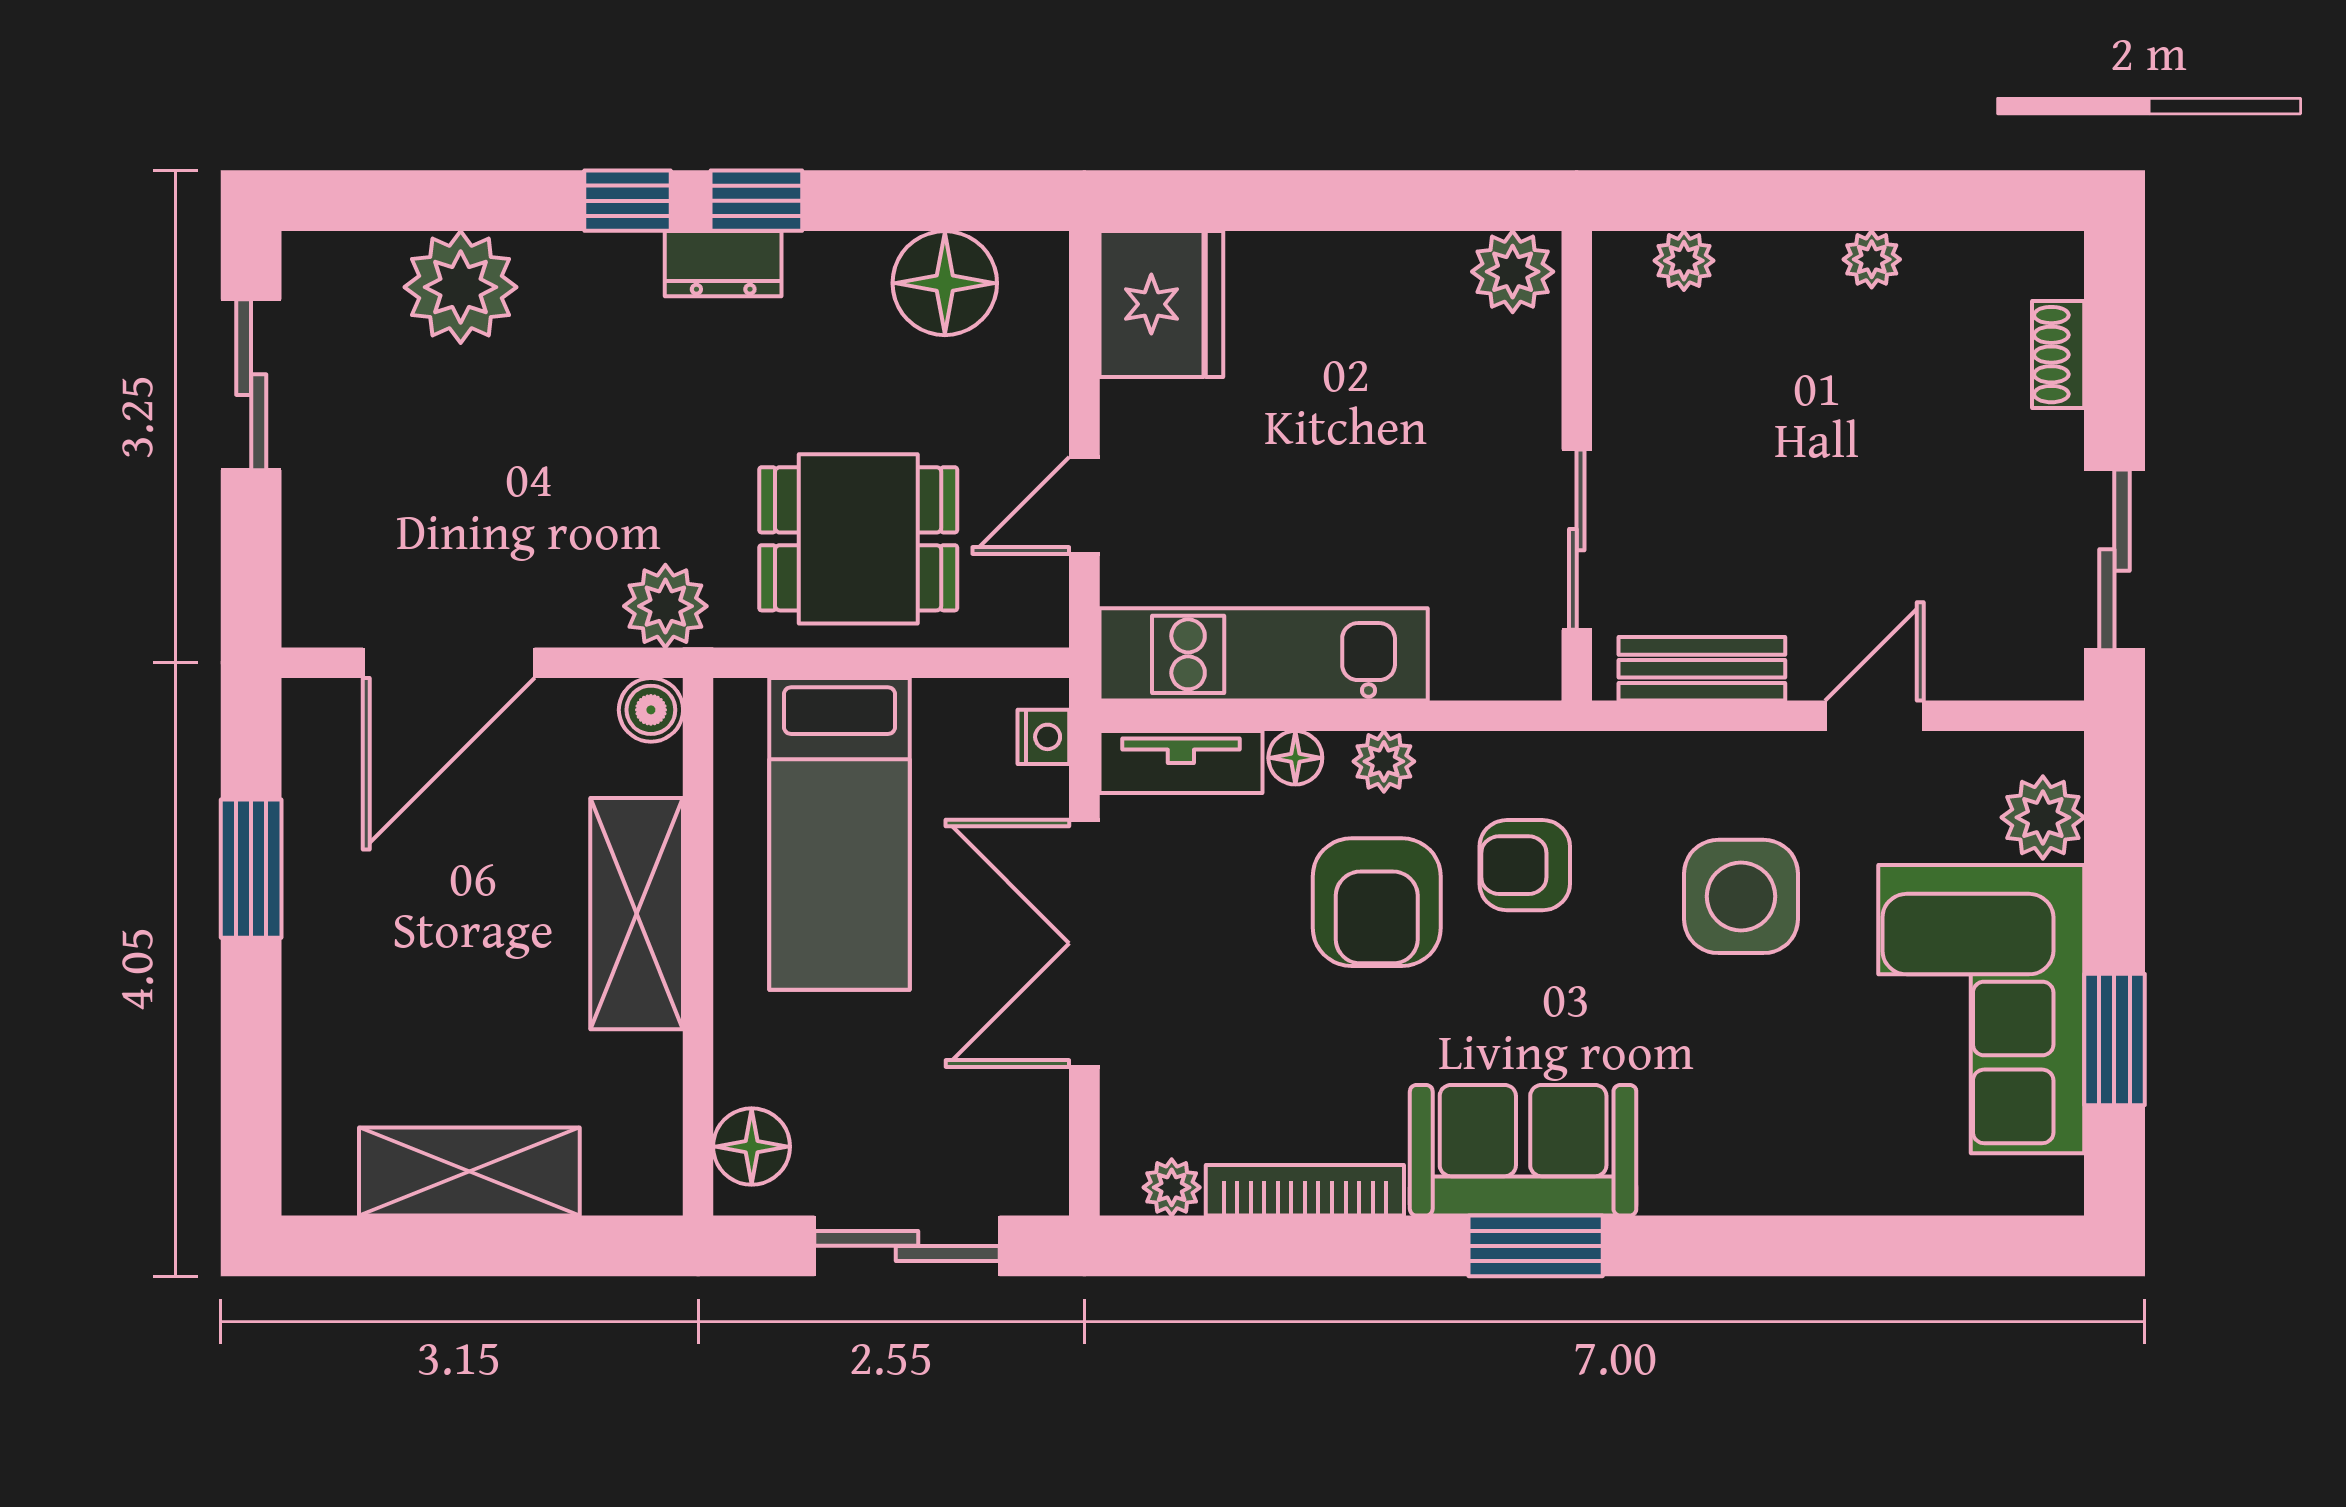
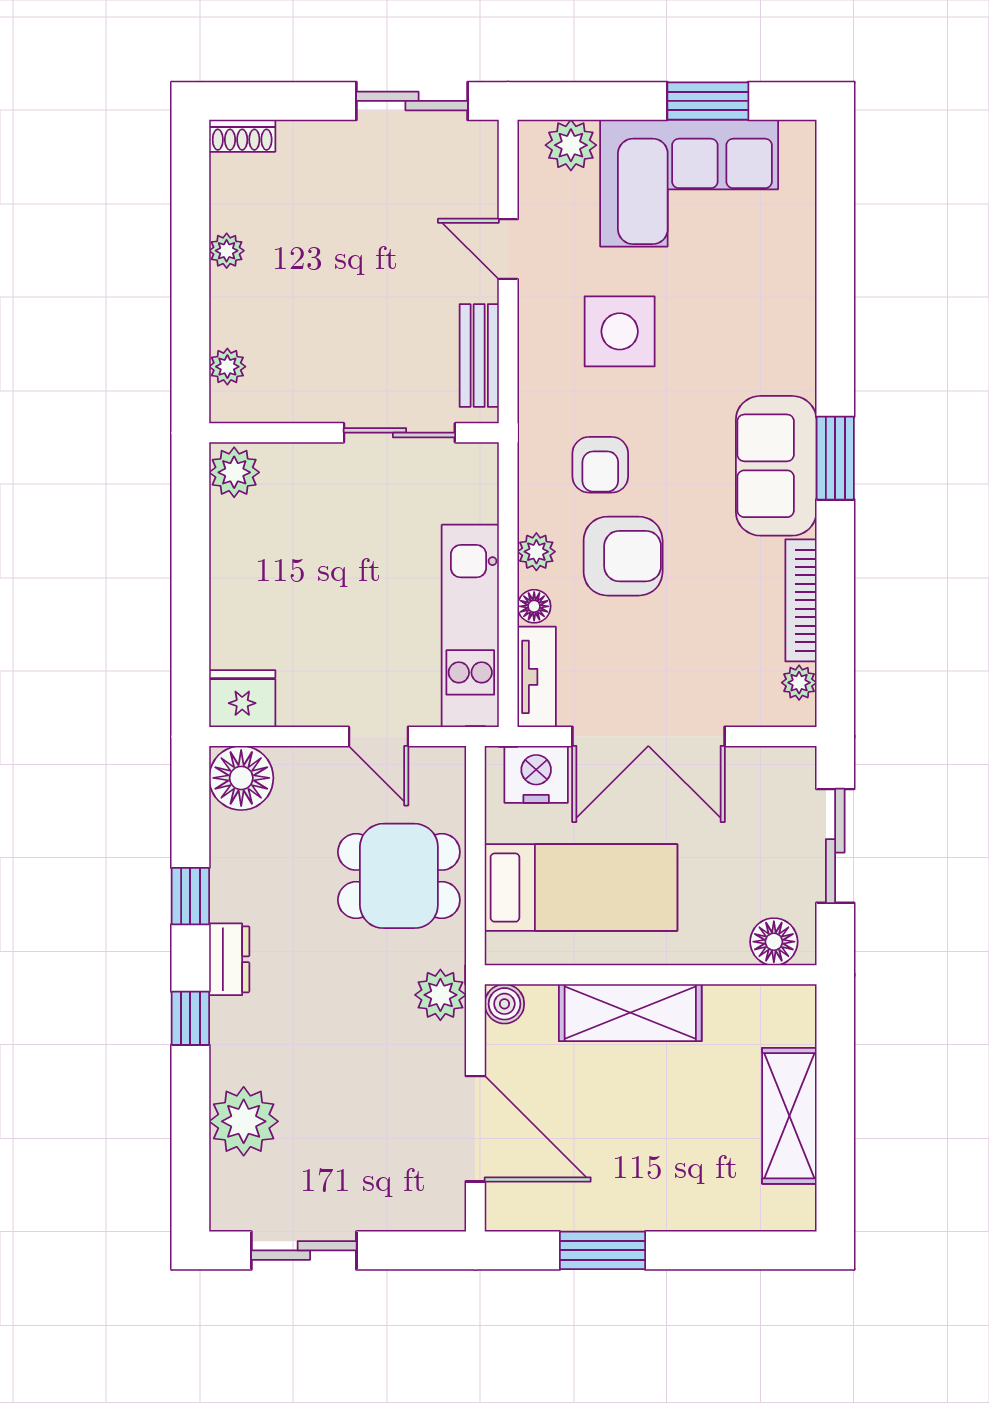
window: (756, 201) -> (190, 896), moved
floor lamp: (945, 283) -> (241, 778), moved
fridge: (1161, 304) -> (242, 699), width x0.73, depth x0.75
shoe rack: (2058, 355) -> (242, 136), moved
dining table: (858, 539) -> (399, 876), turned 90
nightstand: (1043, 737) -> (536, 774), width x1.89, depth x1.79

